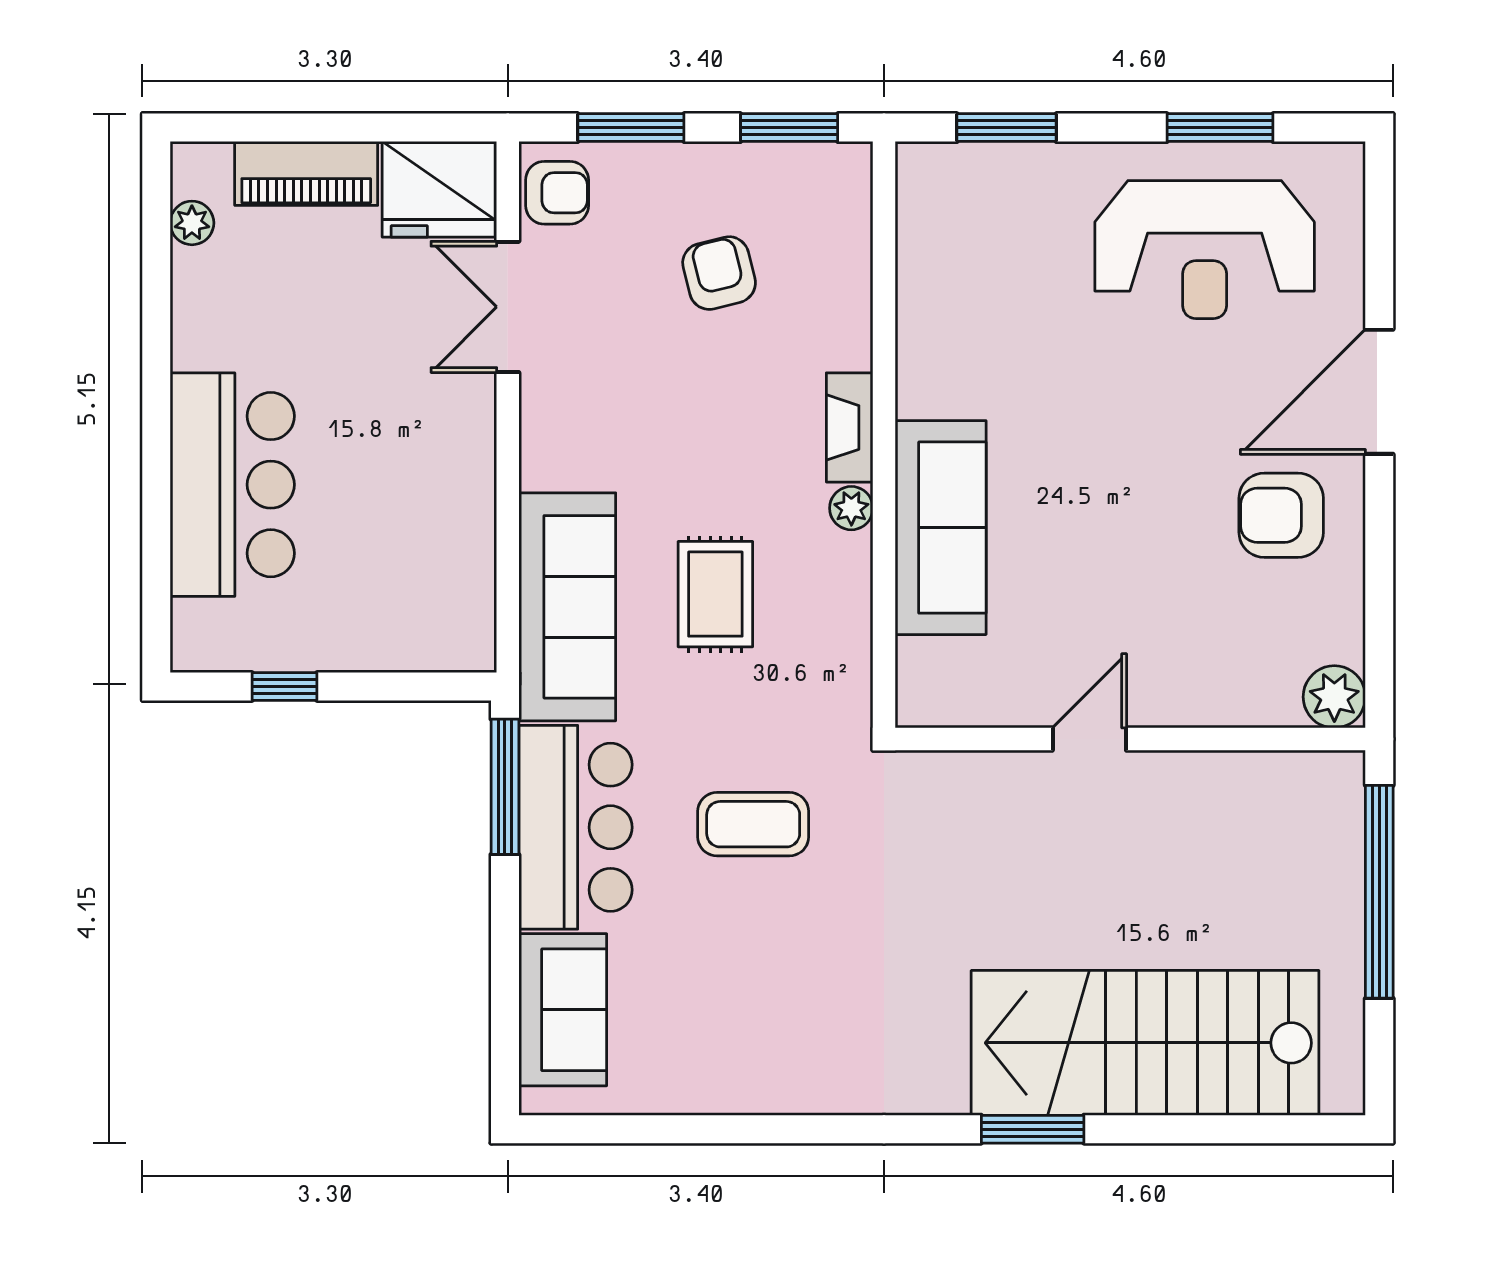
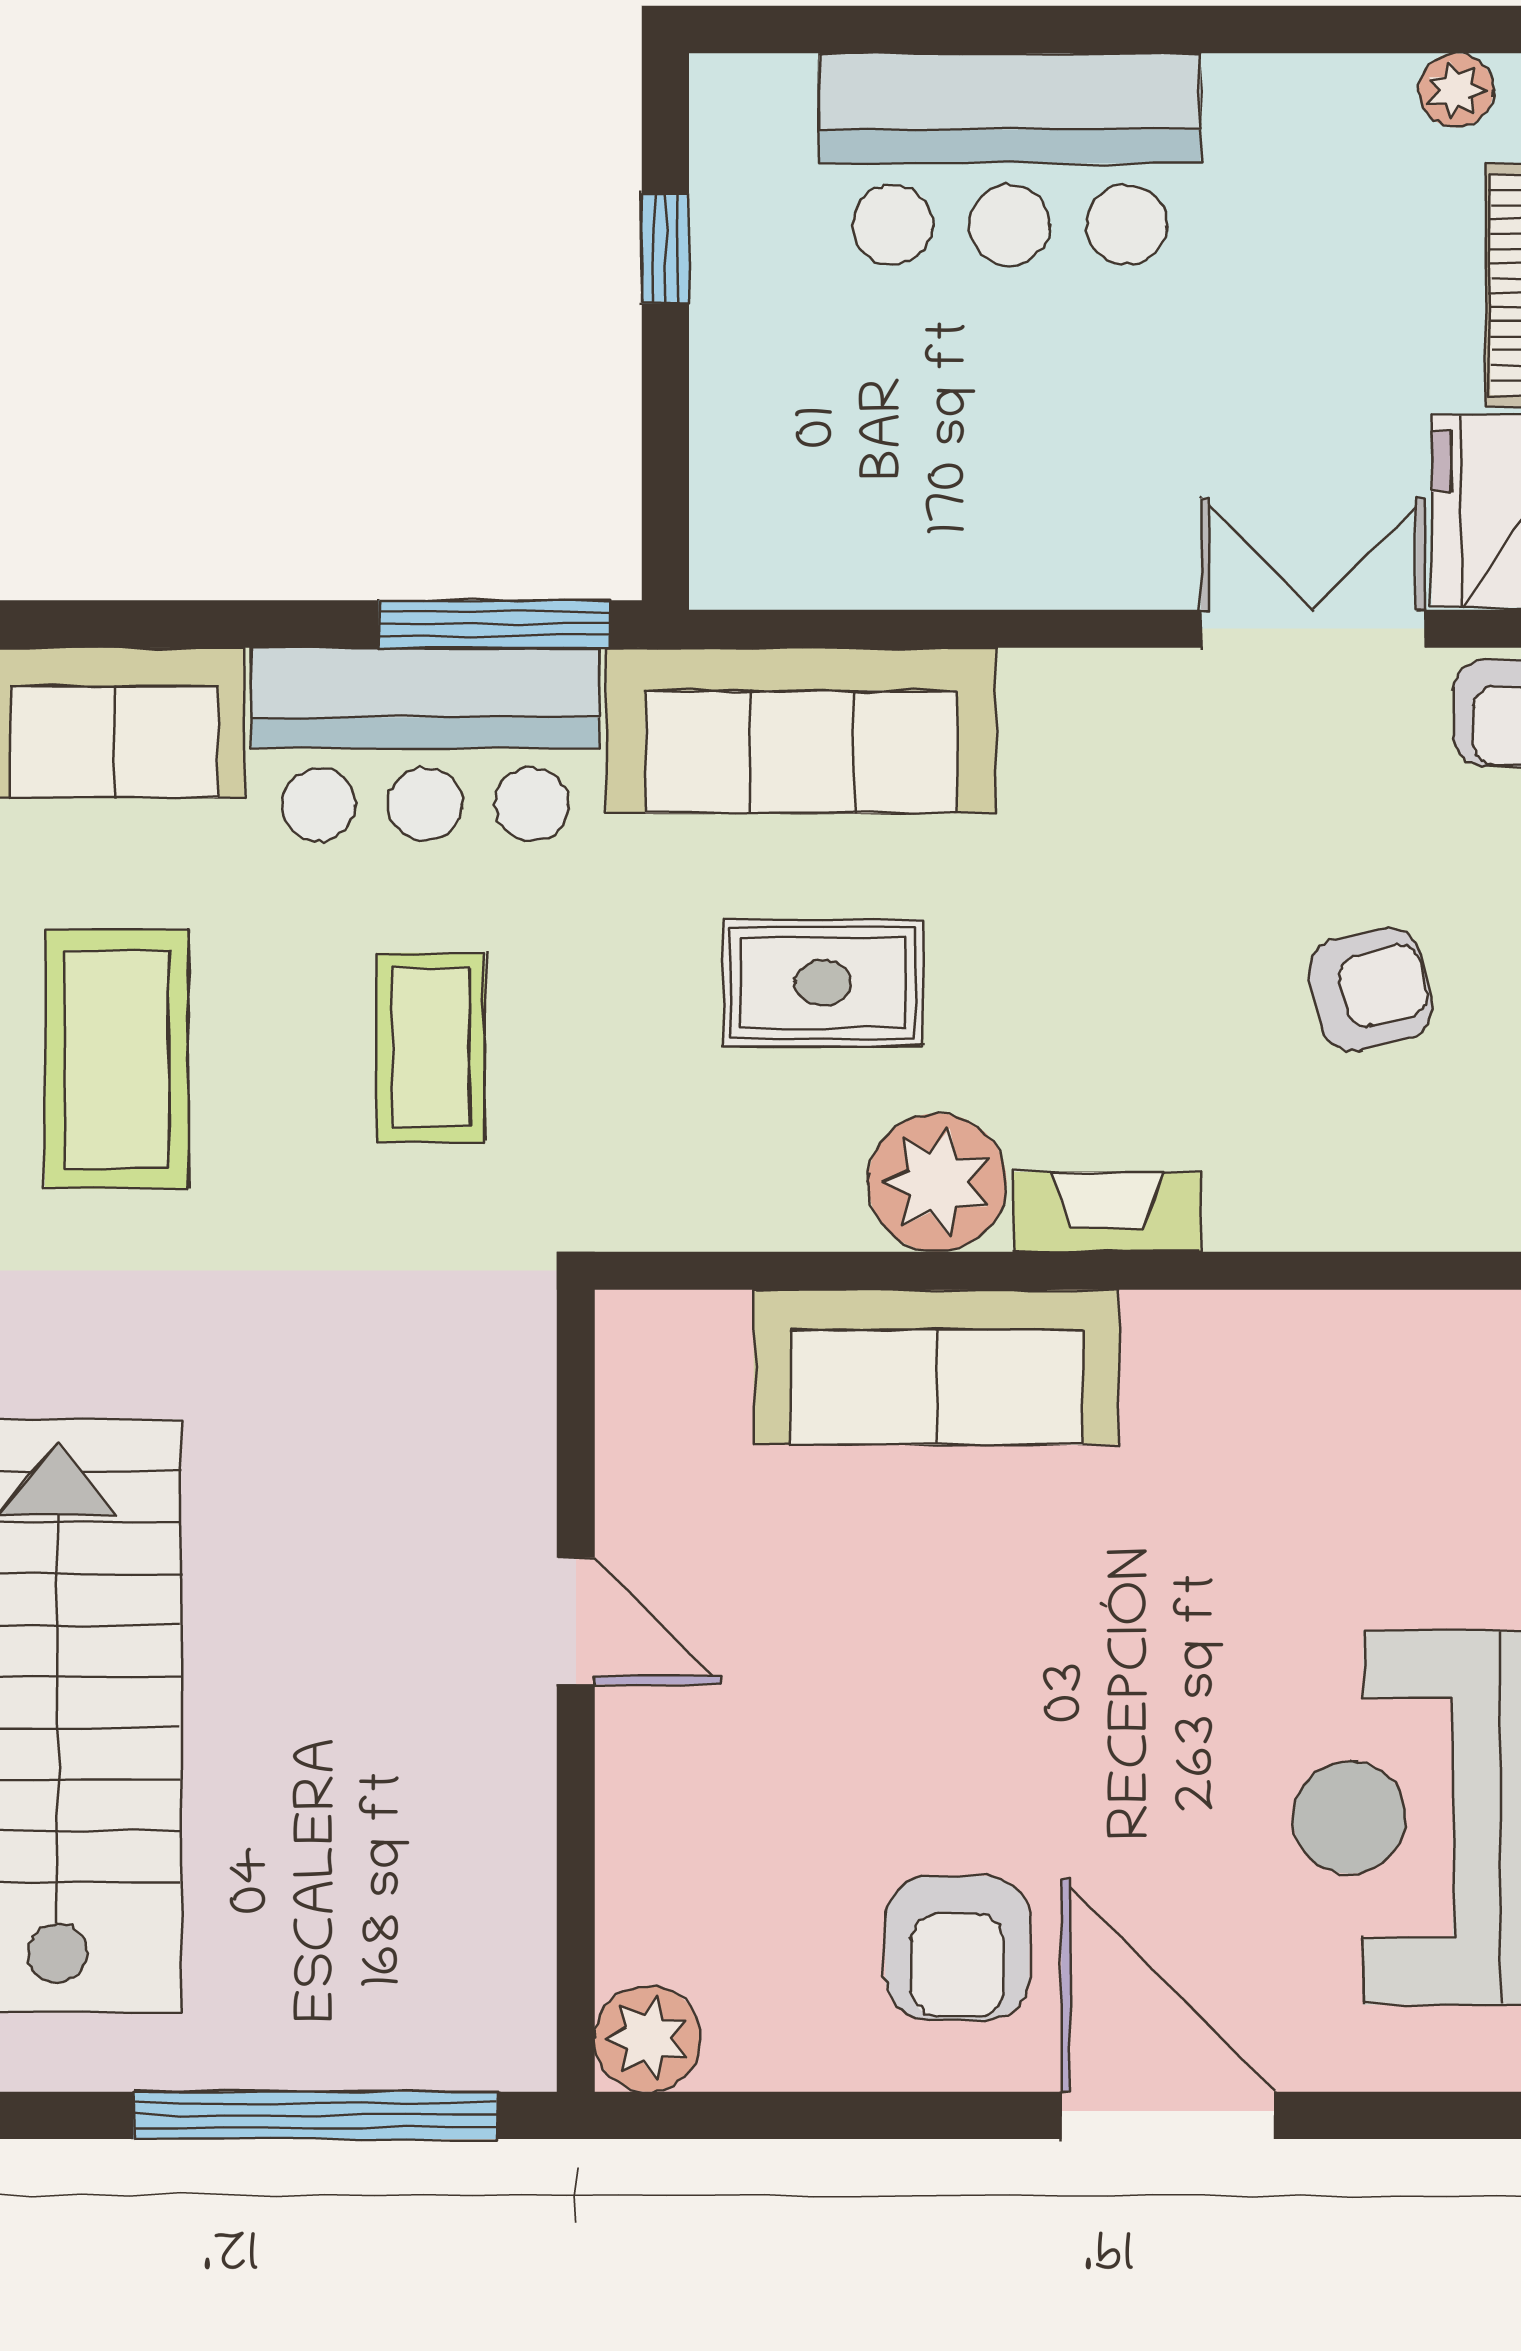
plant: (851, 508) -> (937, 1182), width x1.88, depth x1.88
armchair: (1281, 515) -> (957, 1948), turned 180
coffee table: (760, 1008) -> (117, 1059), added

